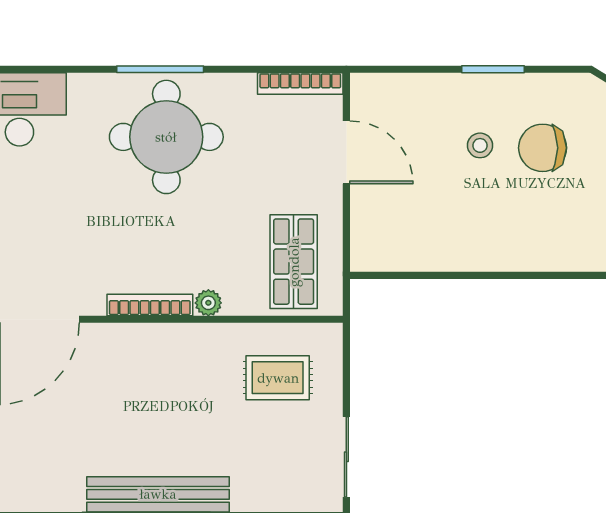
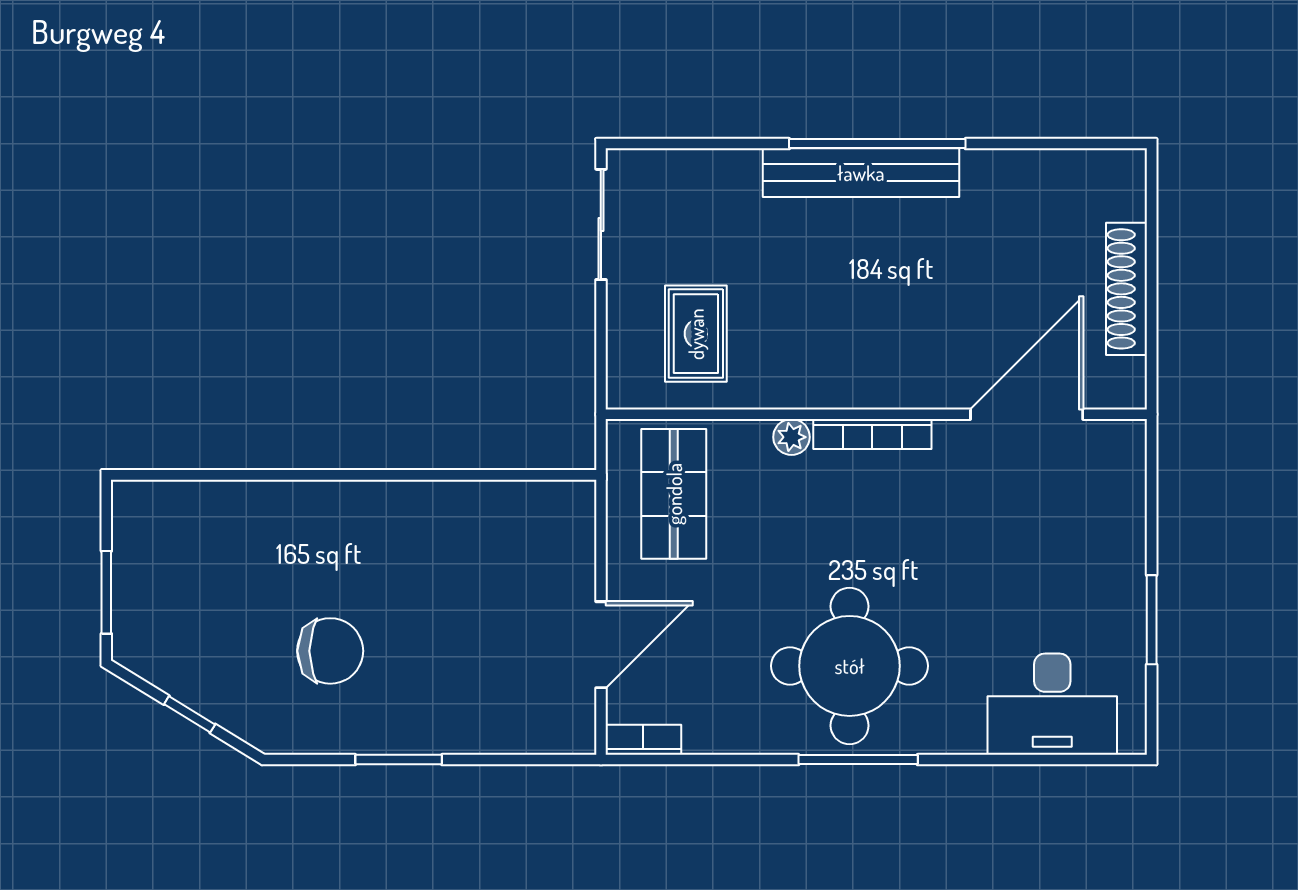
bookcase: (300, 83) -> (643, 740), width x0.64
stool: (480, 145) -> (417, 654), removed
door: (346, 152) -> (601, 645), swing flipped
rug: (278, 378) -> (696, 334), turned 90

